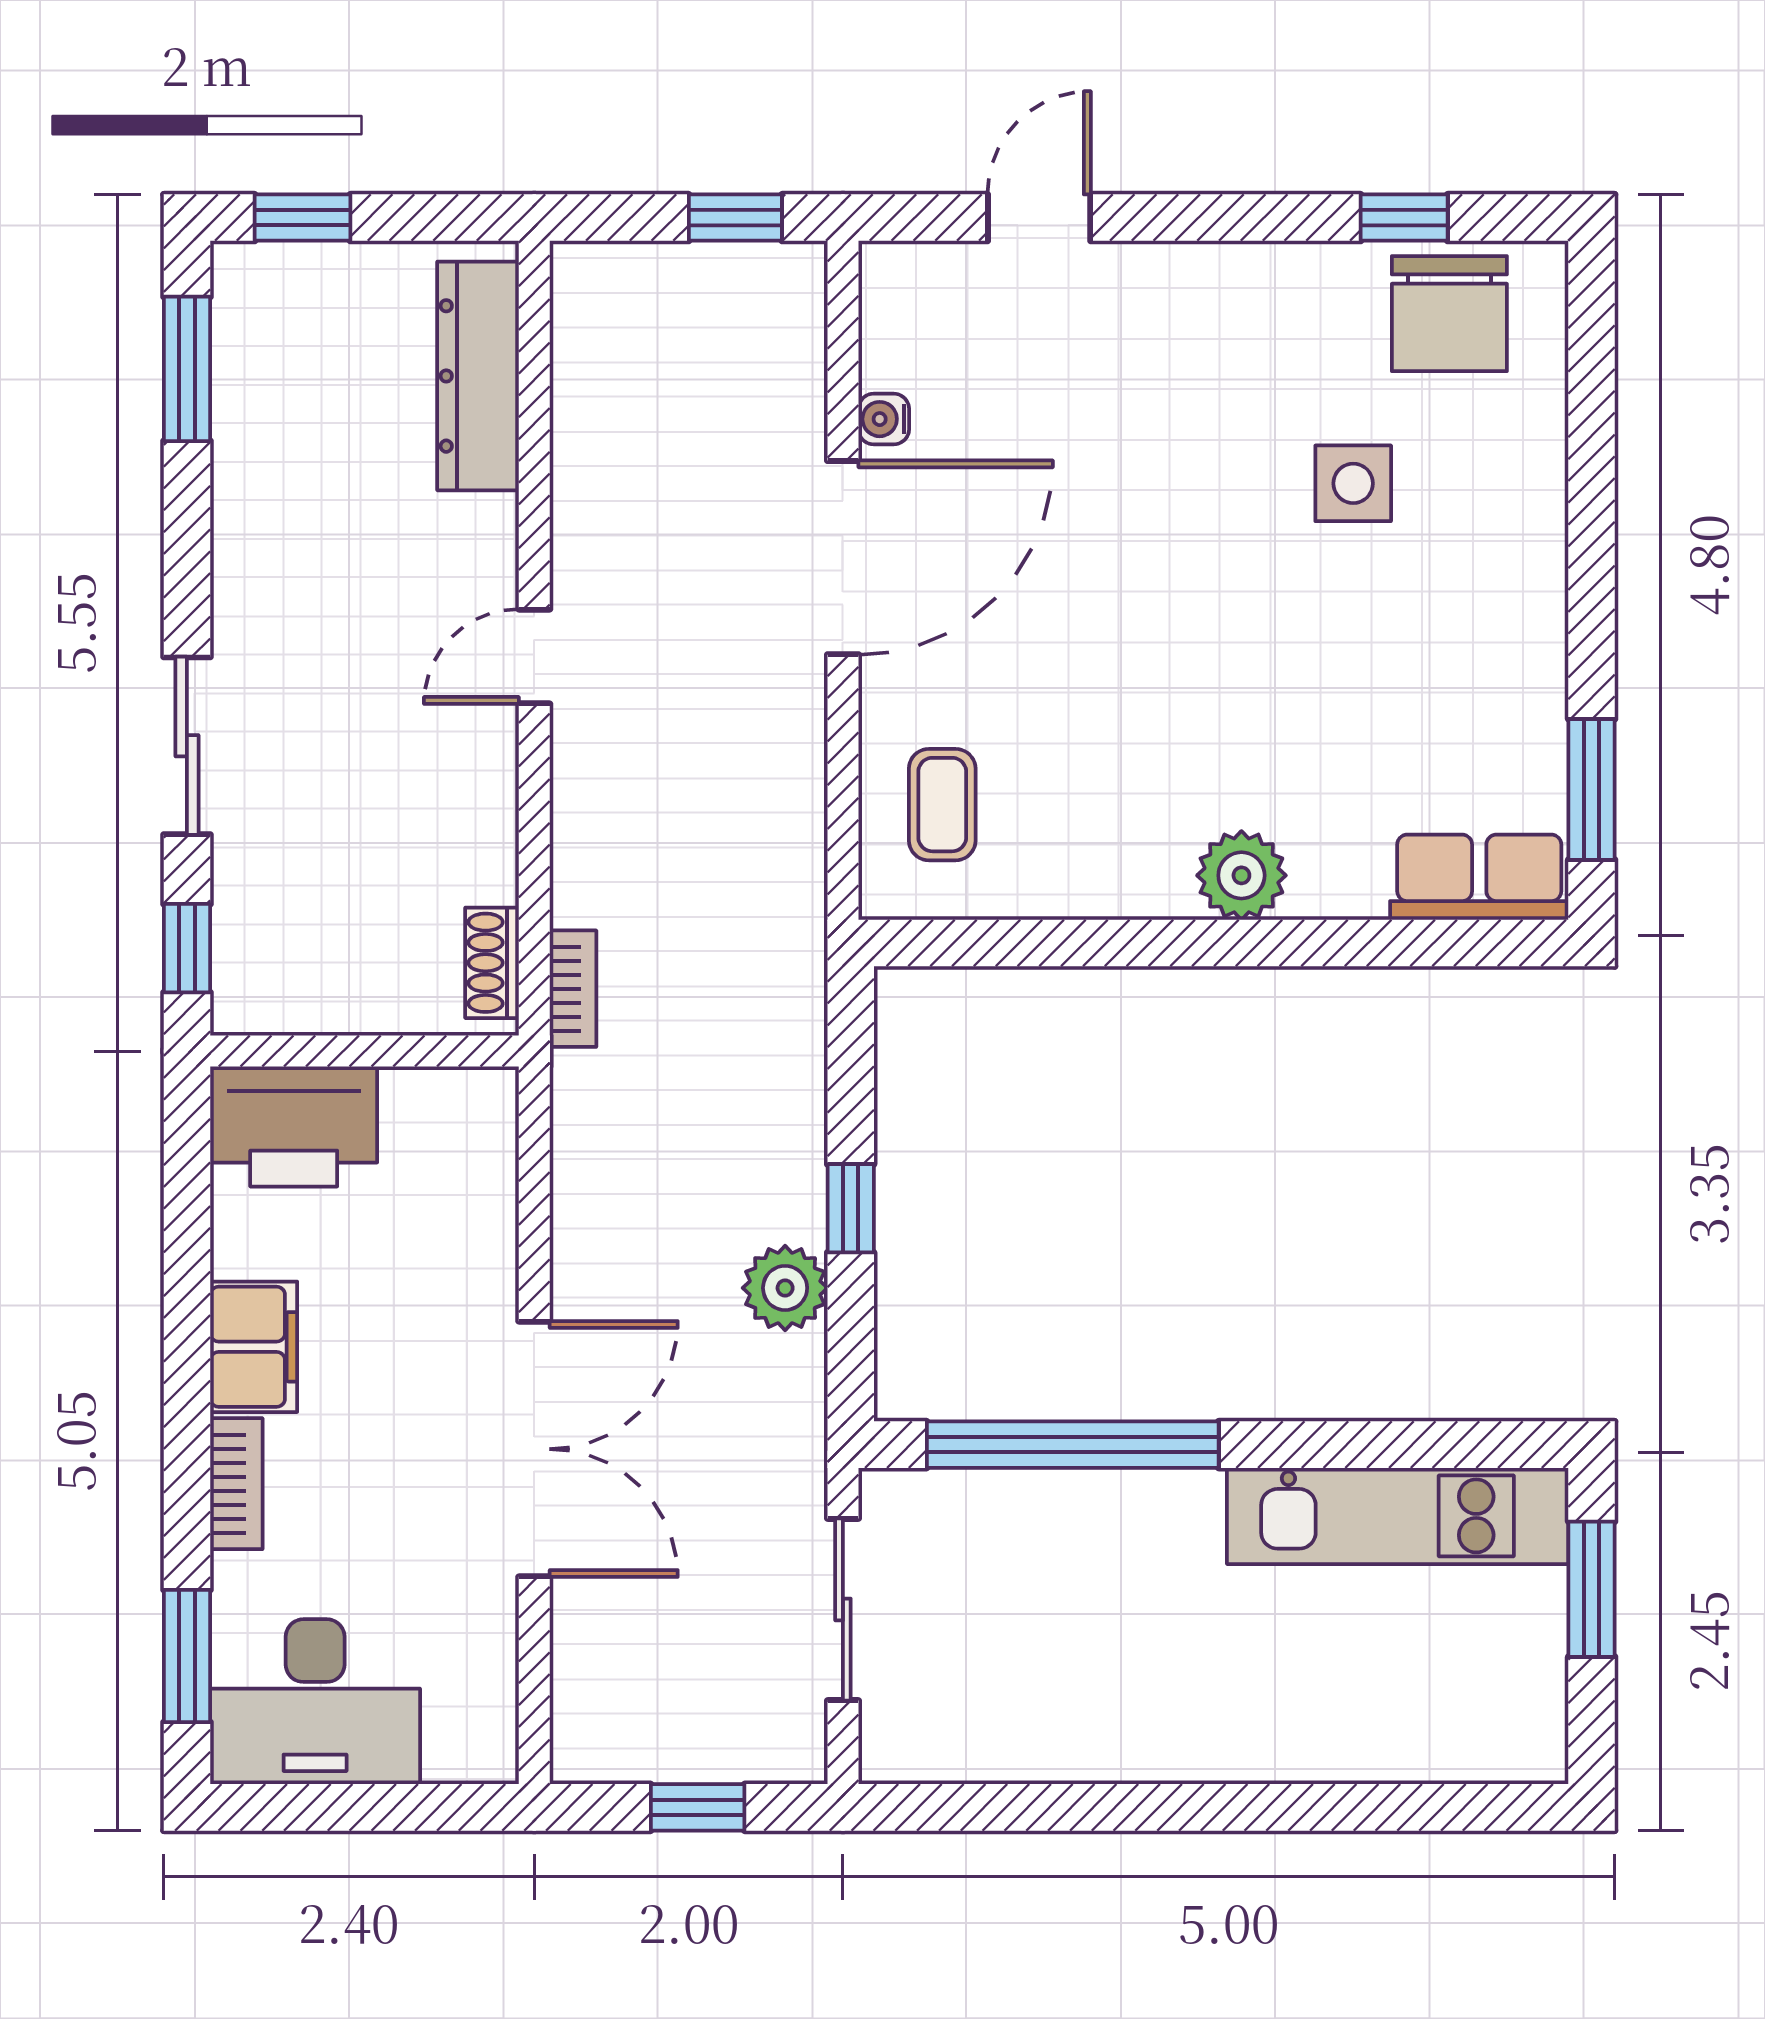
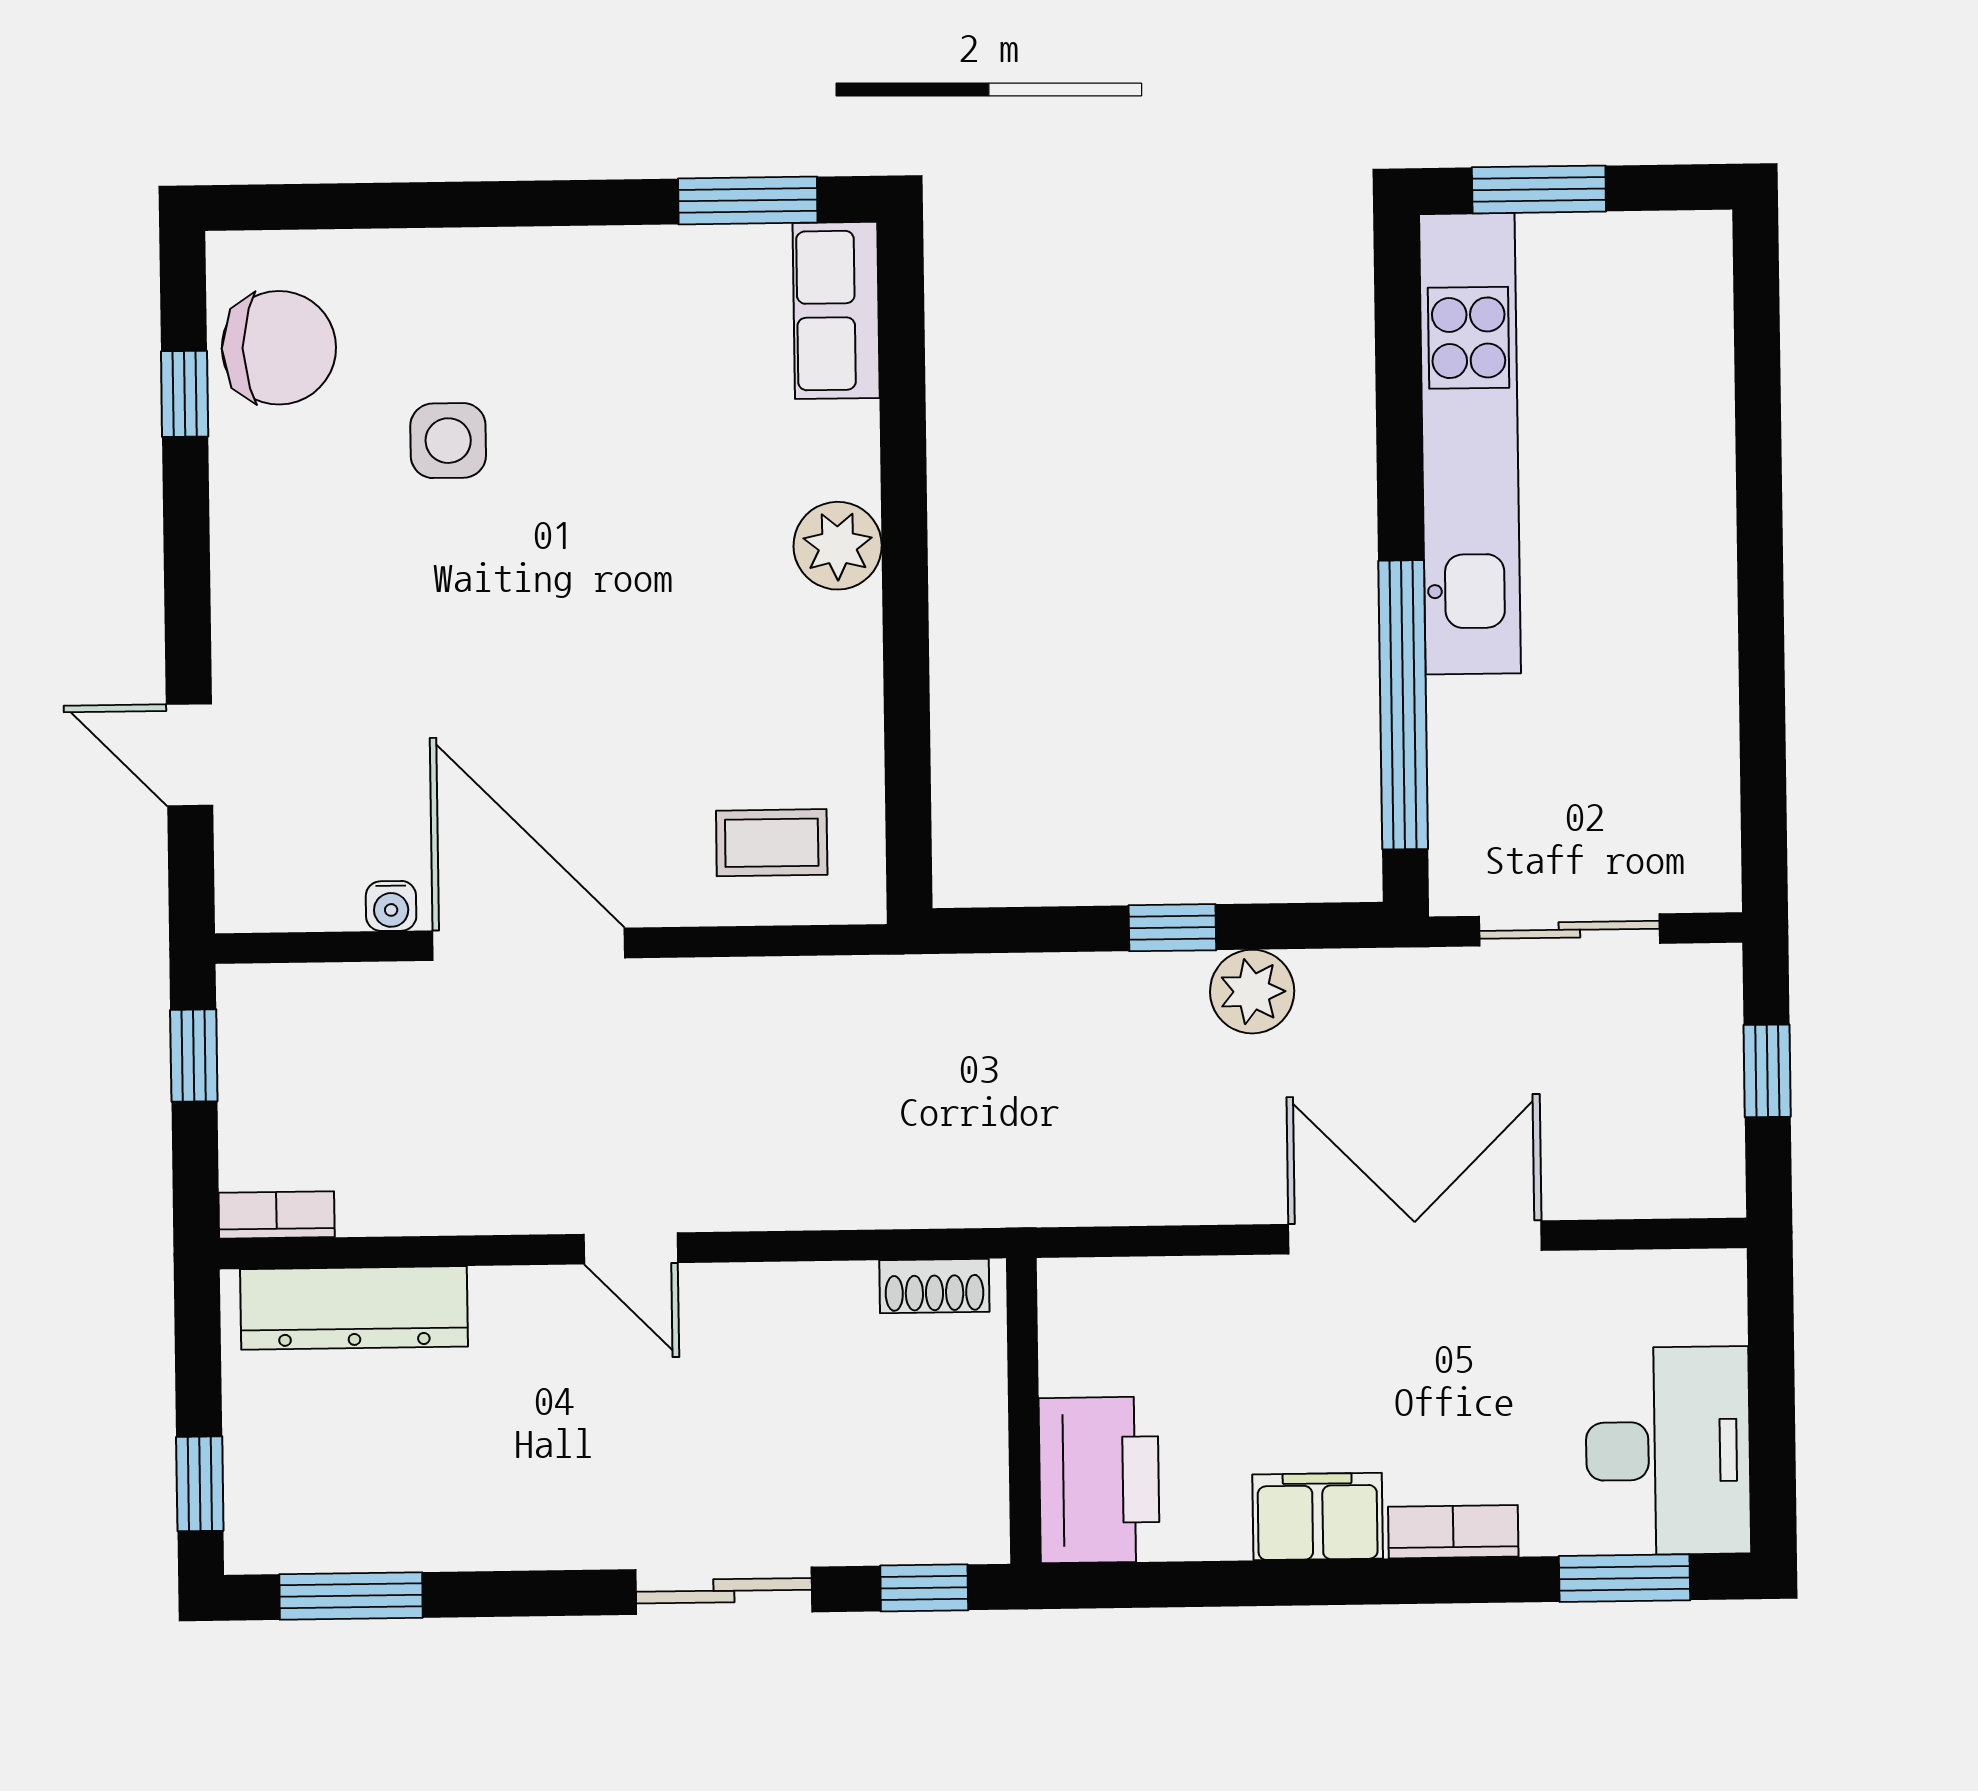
bookcase: (573, 989) -> (277, 1215), moved
kitchen unit: (1398, 1516) -> (1470, 444), width x1.36

